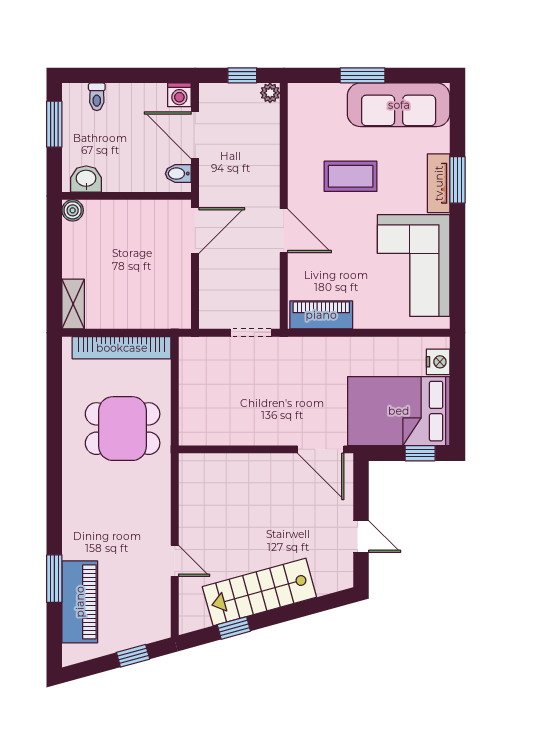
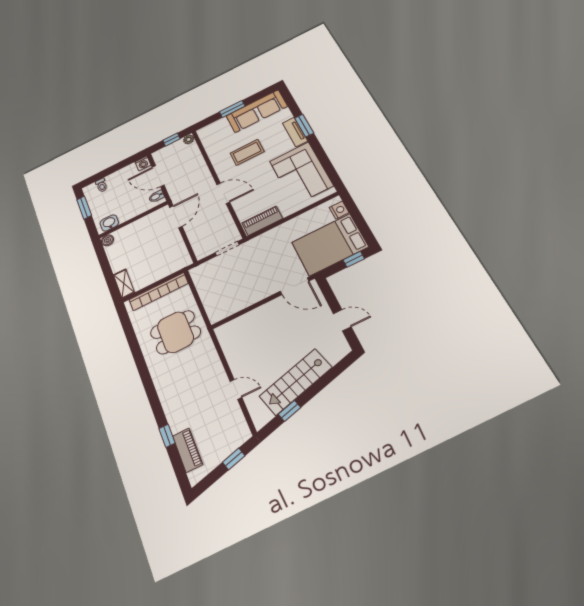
window: (54, 579) -> (167, 436), width x0.67
piano: (80, 602) -> (187, 450), width x0.73, depth x0.75

